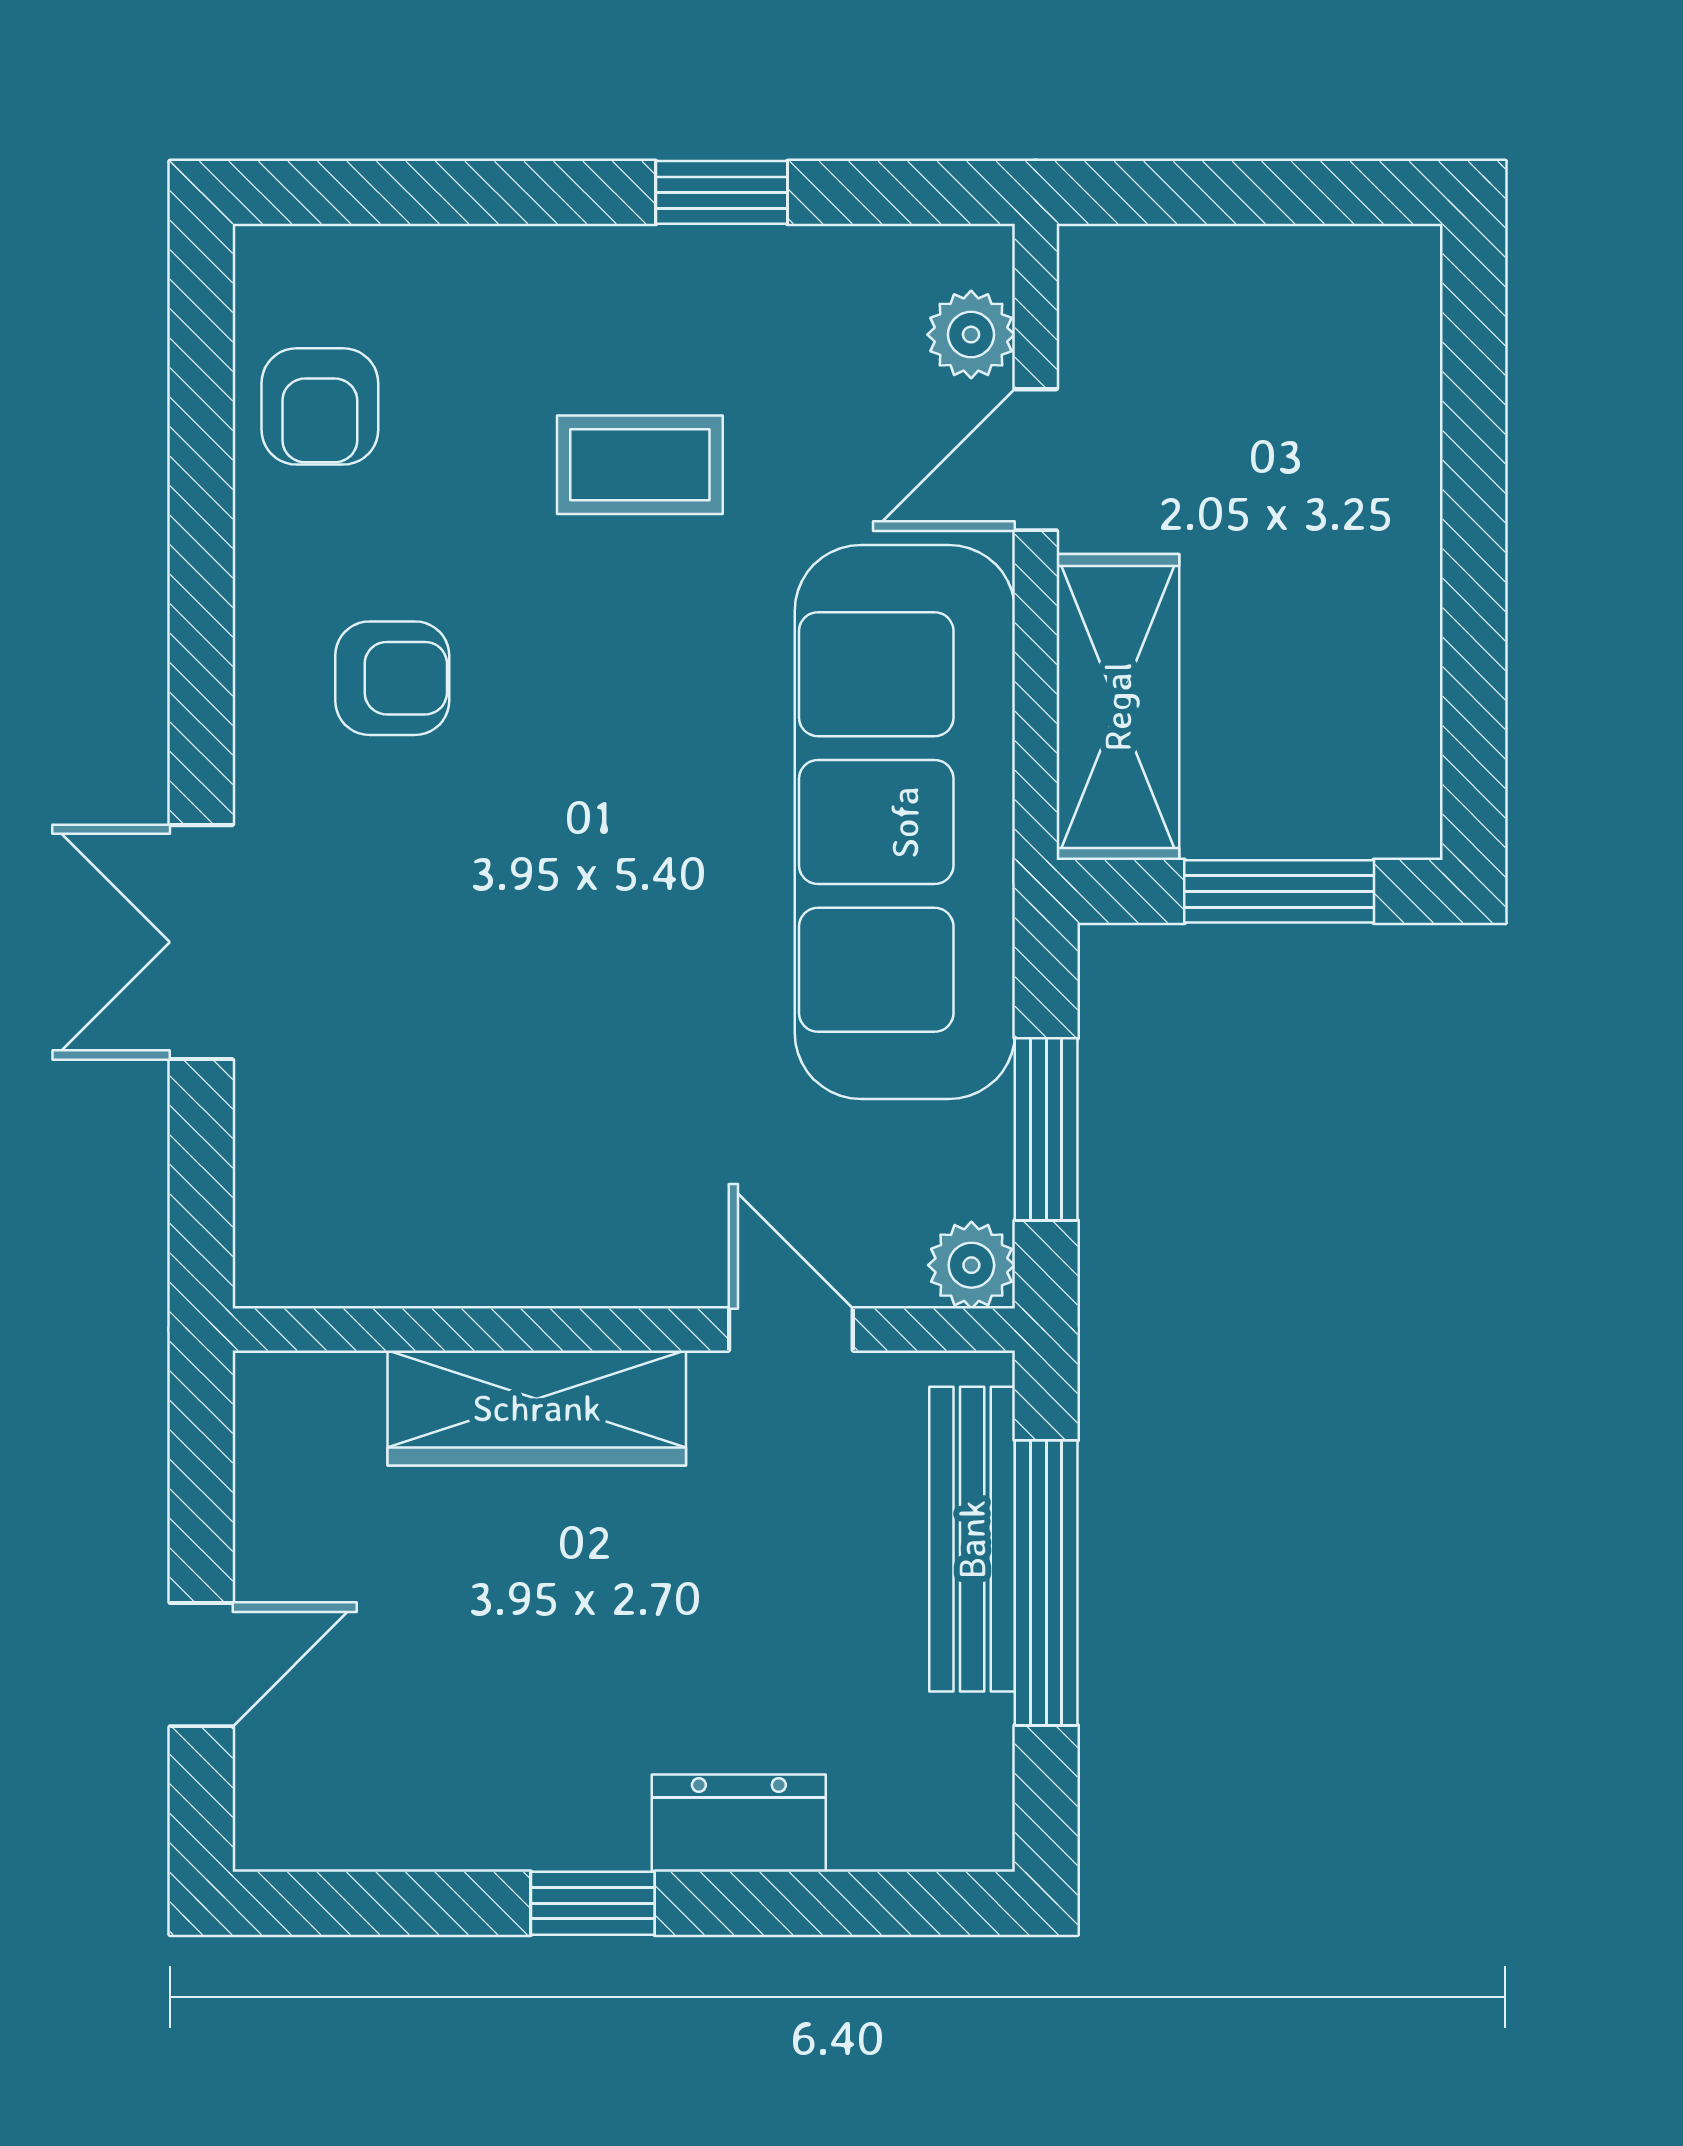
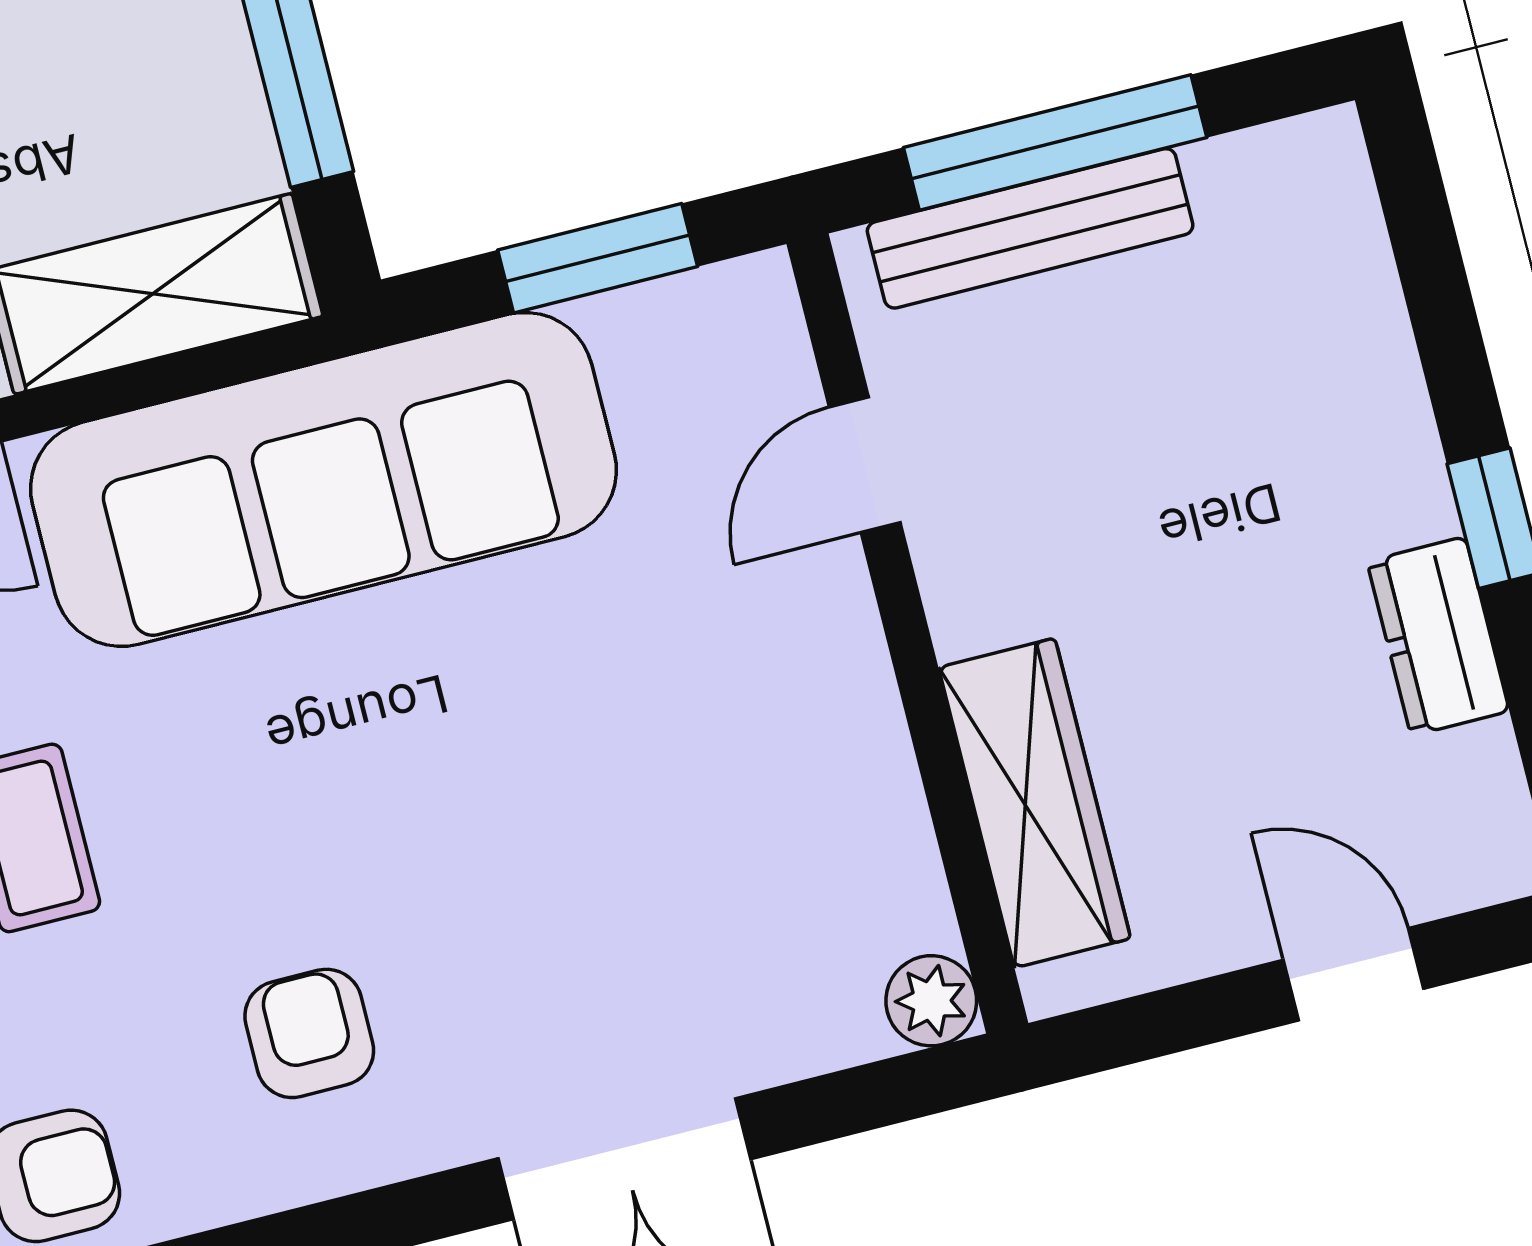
plant: (971, 1265) -> (931, 1001), moved
wardrobe: (537, 1408) -> (1035, 803), moved
dresser: (739, 1823) -> (1438, 636), moved

